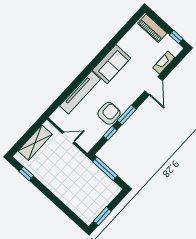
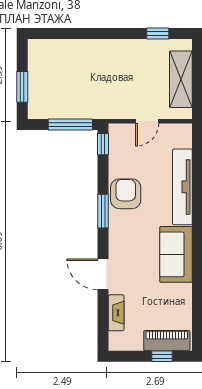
window: (176, 37) -> (162, 356), moved
armchair: (109, 113) -> (126, 194), turned 180
window: (110, 133) -> (103, 144), moved
window: (102, 216) -> (22, 87), moved

